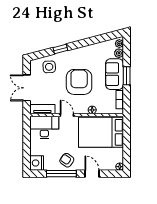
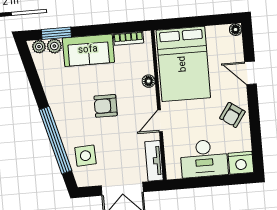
window: (60, 49) -> (56, 140), width x3.17
window: (127, 76) -> (56, 33), moved
armchair: (79, 82) -> (106, 106), width x0.53, depth x0.53
desk: (44, 127) -> (204, 158), moved, turned -90
window: (61, 174) -> (255, 122), removed
door: (92, 174) -> (251, 73), hinge flipped

